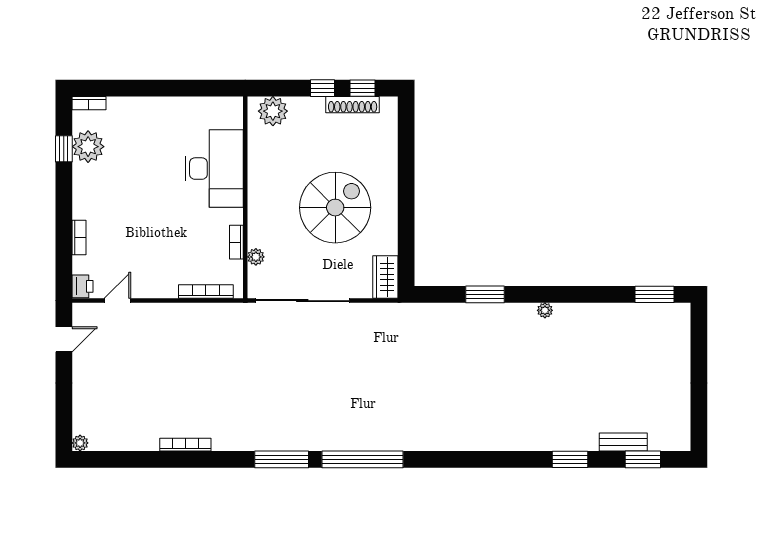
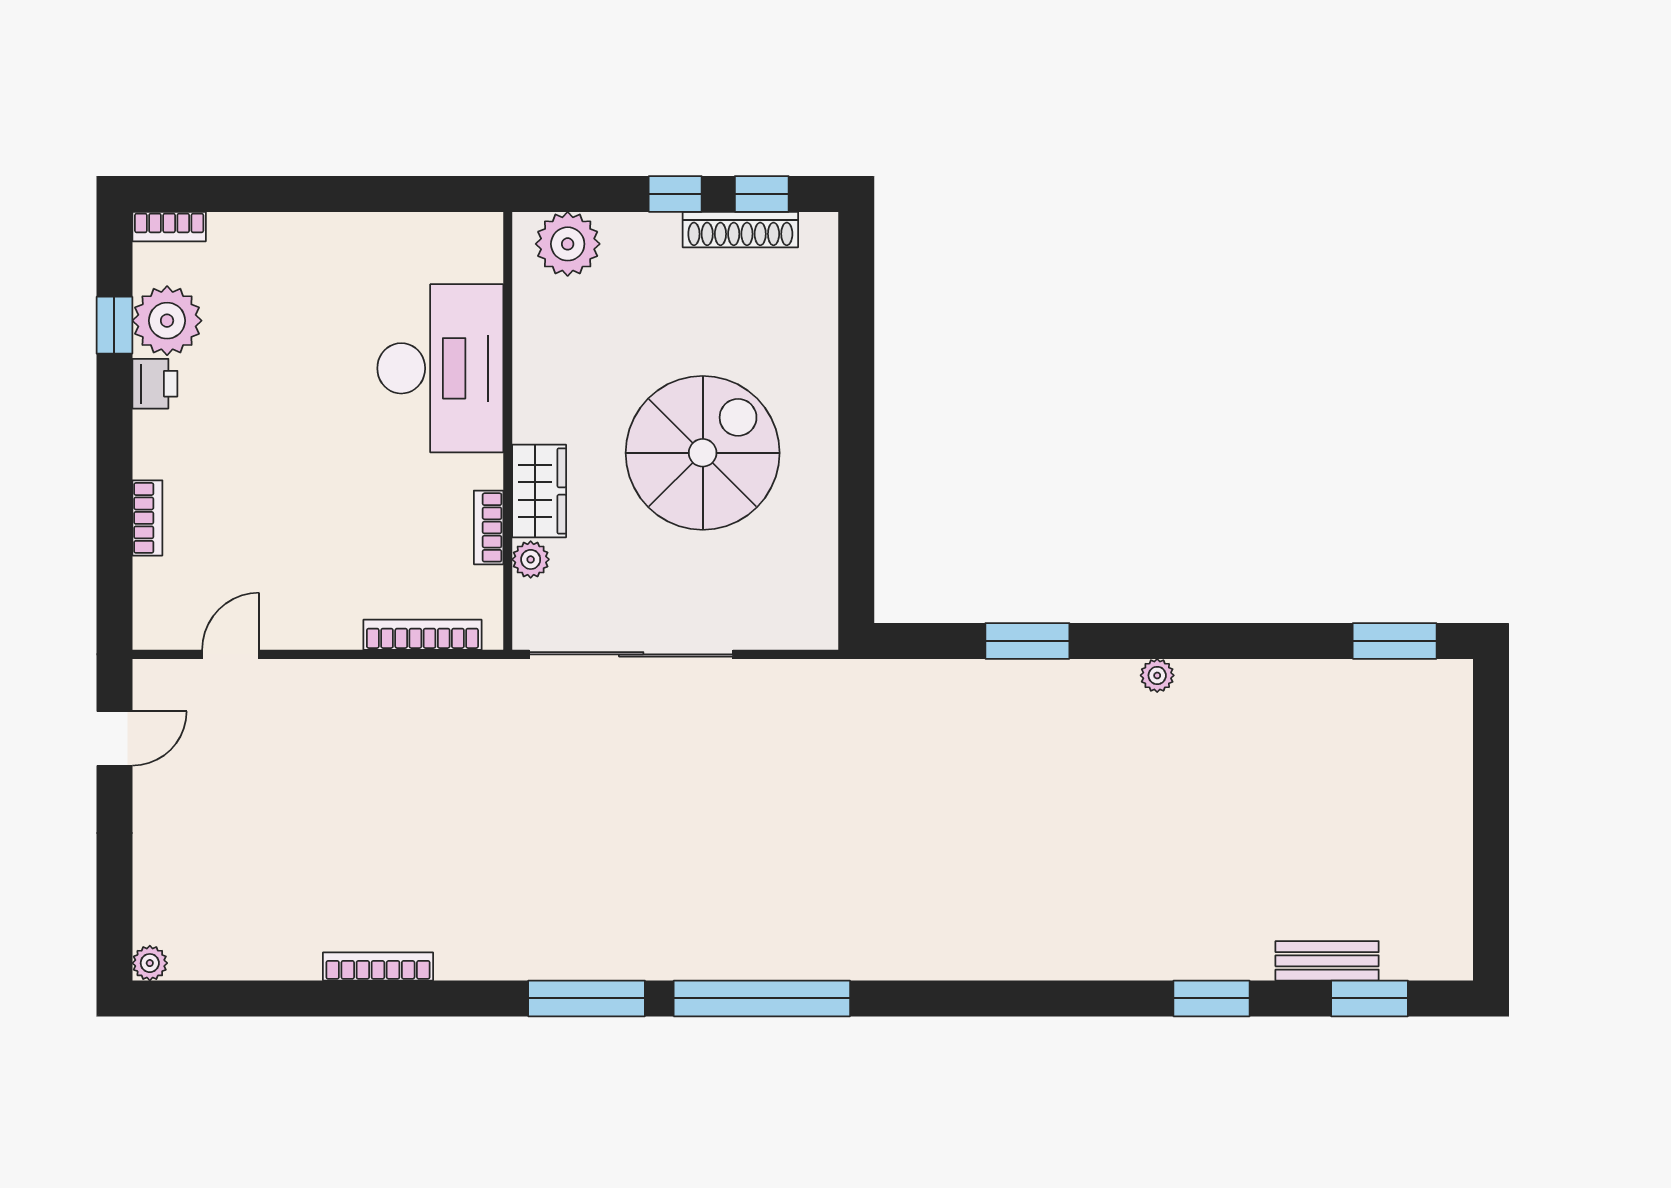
wardrobe: (385, 277) -> (539, 491), moved, turned 180
printer: (82, 286) -> (155, 384), moved

